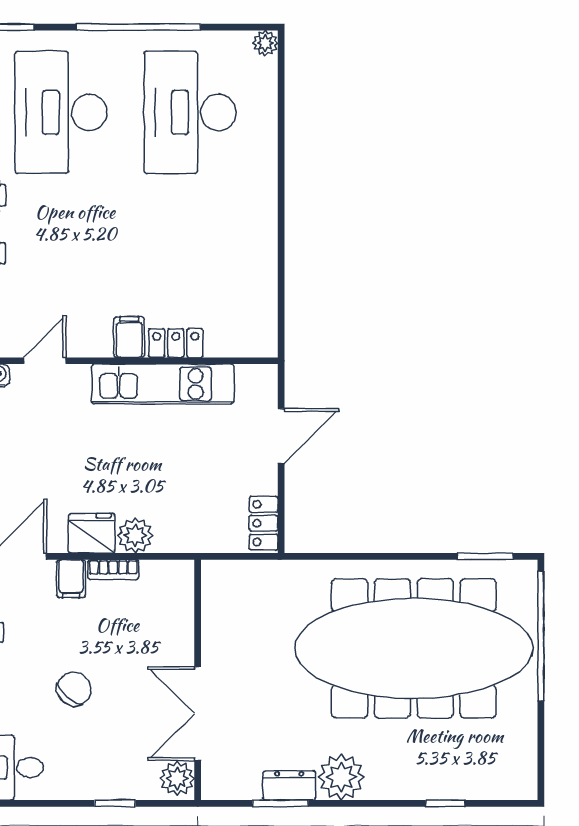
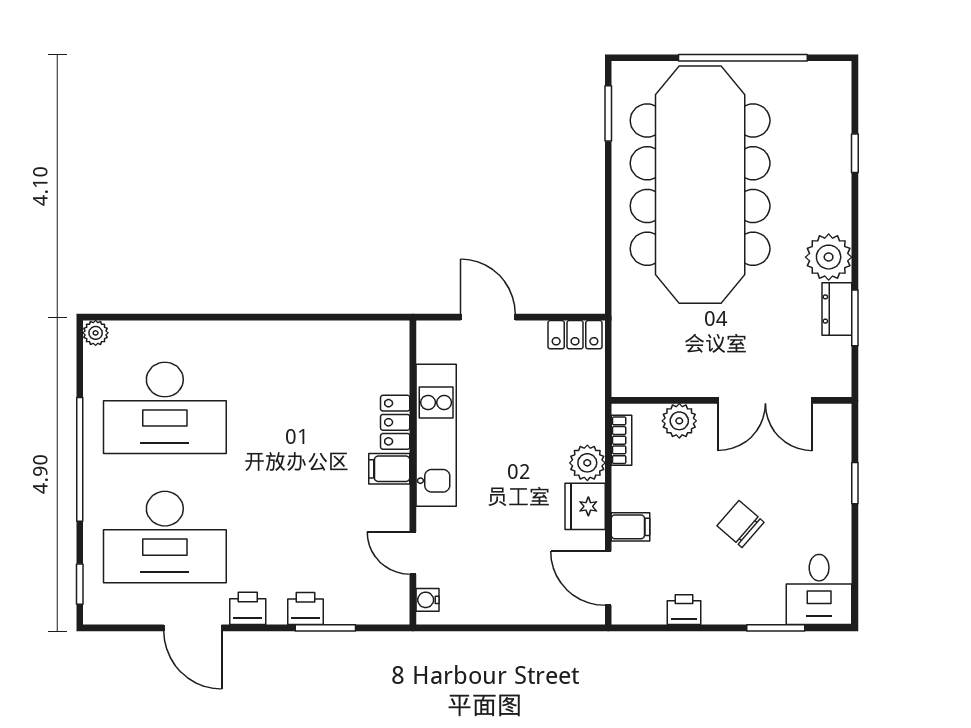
bookcase: (113, 570) -> (622, 440), moved
window: (541, 636) -> (743, 58), moved
plant: (177, 778) -> (679, 421), moved

